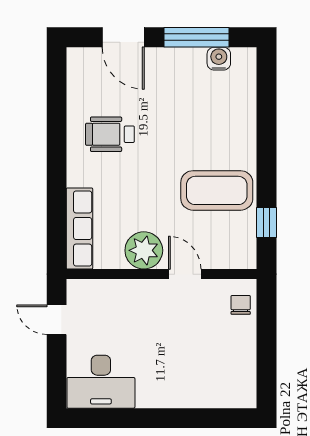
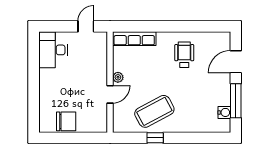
coffee table: (217, 190) -> (154, 111), turned 62
window: (266, 223) -> (155, 138), moved
plant: (144, 250) -> (118, 77), width x0.53, depth x0.53
chair: (241, 305) -> (66, 121), moved, width x1.87, depth x1.87

